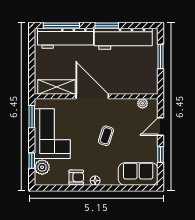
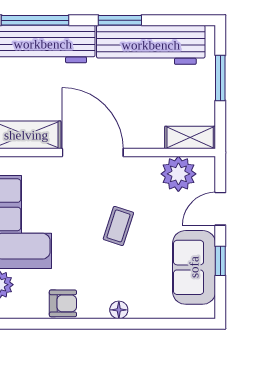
shelving: (144, 88) -> (190, 138), added
plant: (143, 103) -> (178, 174), width x1.88, depth x1.88
sofa: (138, 174) -> (194, 267), moved, turned -90
floor lamp: (95, 181) -> (119, 310), moved

